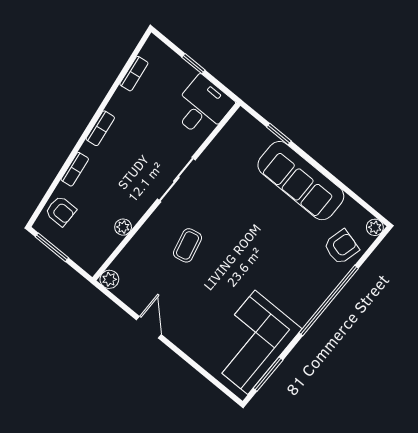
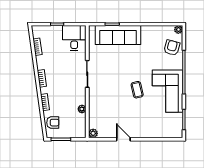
sofa: (301, 181) -> (118, 35), moved
coffee table: (187, 245) -> (137, 90), moved
corner sofa: (251, 342) -> (167, 91), moved

